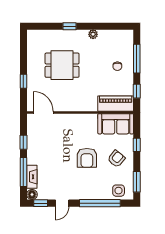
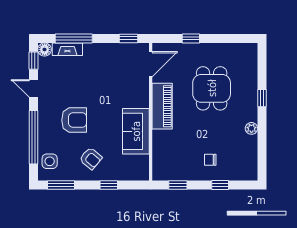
window: (137, 59) -> (220, 185), width x0.46
piano: (116, 104) -> (162, 106), moved
sofa: (116, 124) -> (136, 131), moved
window: (23, 142) -> (129, 38), moved
armchair: (87, 158) -> (74, 120), moved, turned 180

